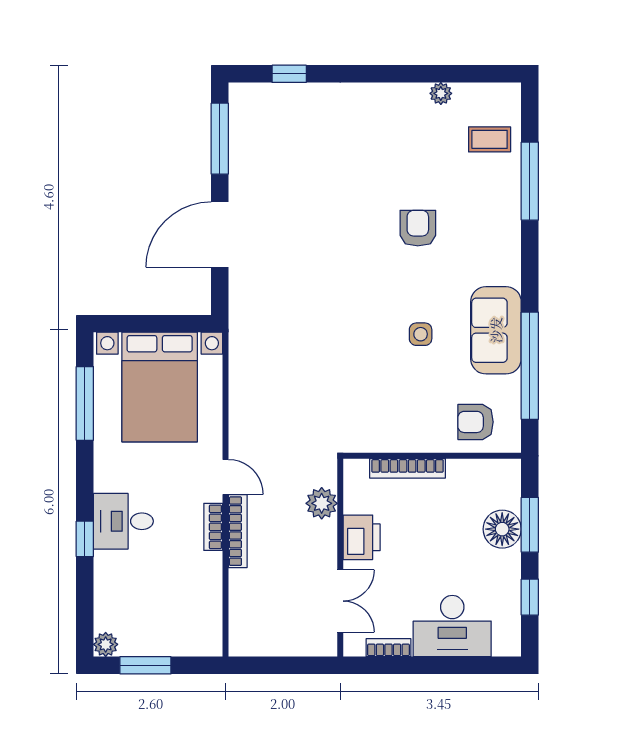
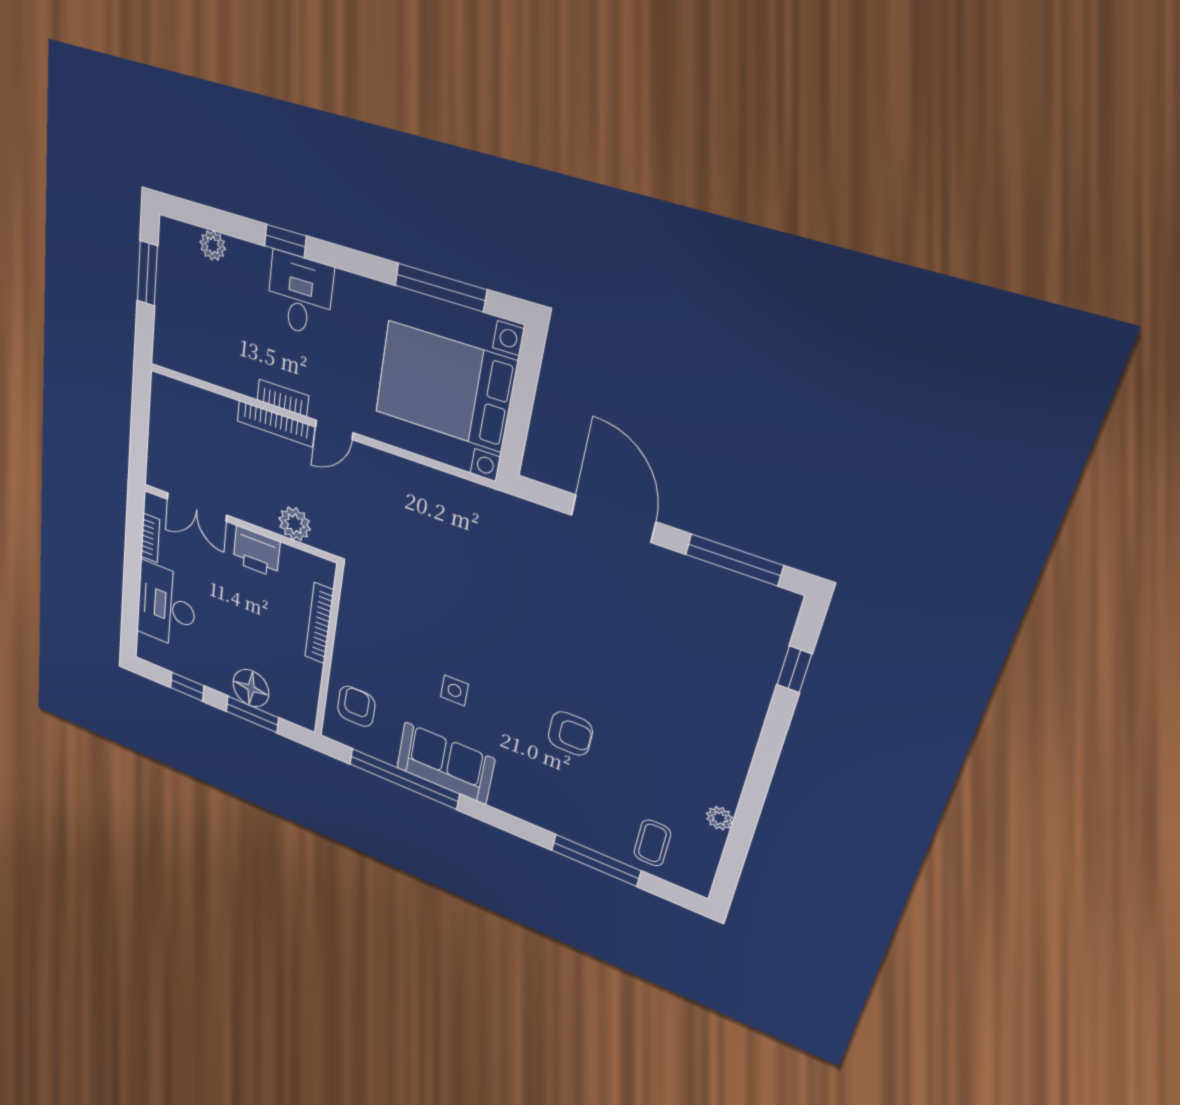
plant: (106, 644) -> (213, 245), moved

